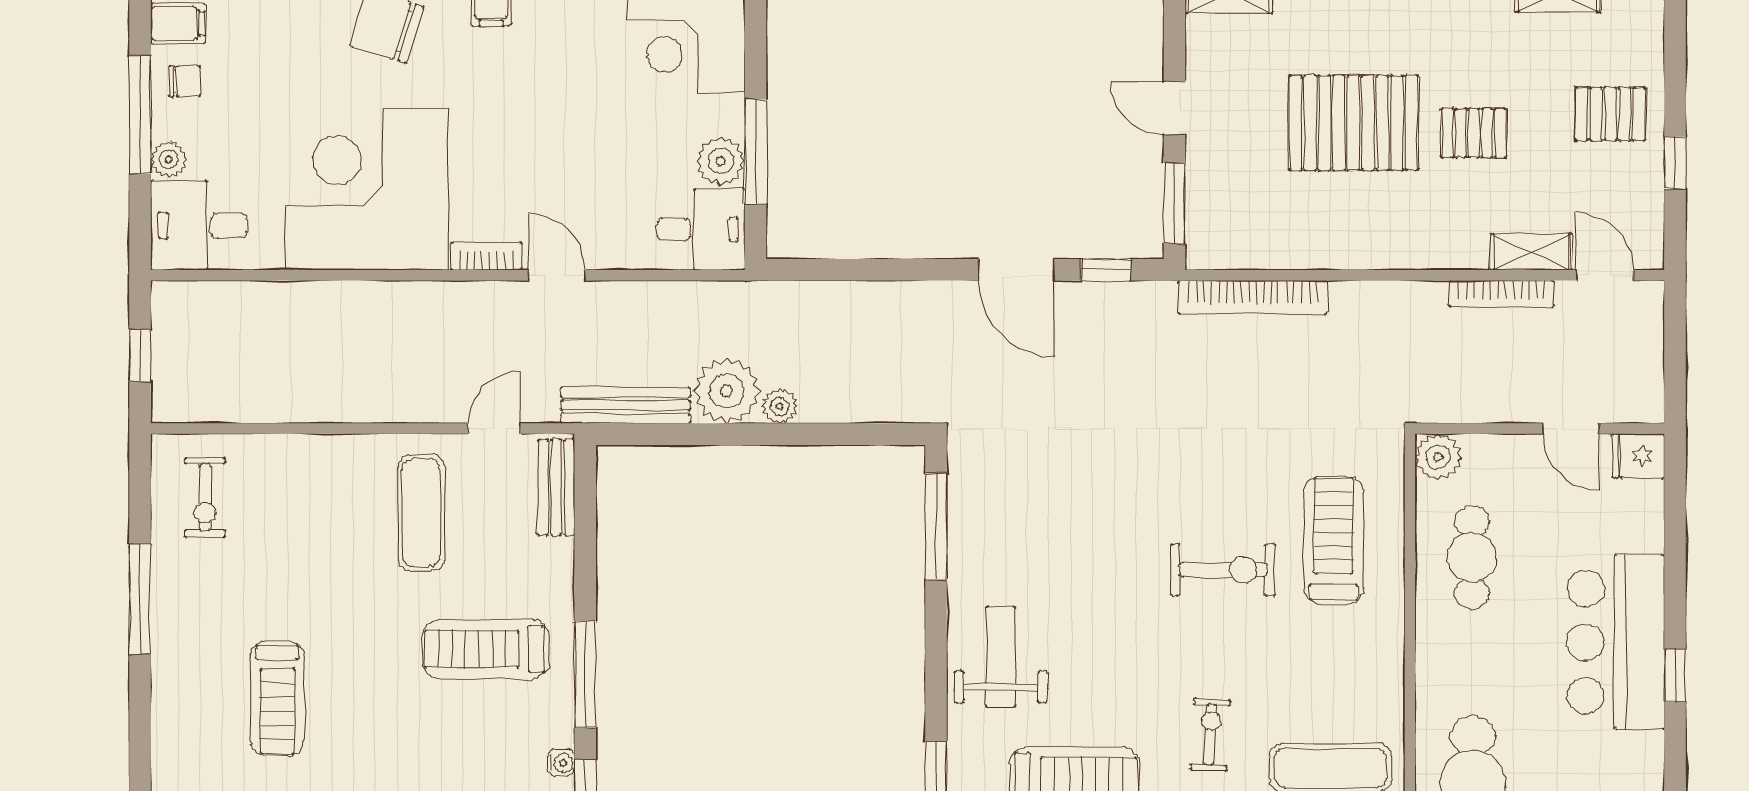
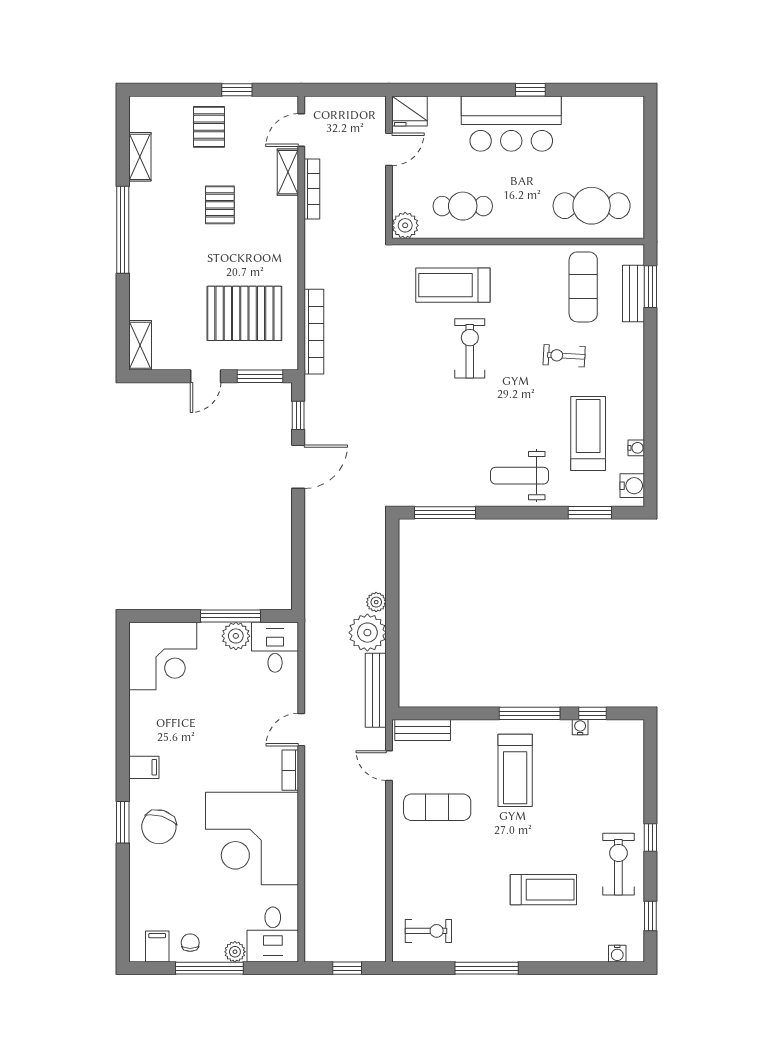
pallet: (1353, 123) -> (244, 313), moved, turned 90
fridge: (1638, 456) -> (409, 111), width x1.38

